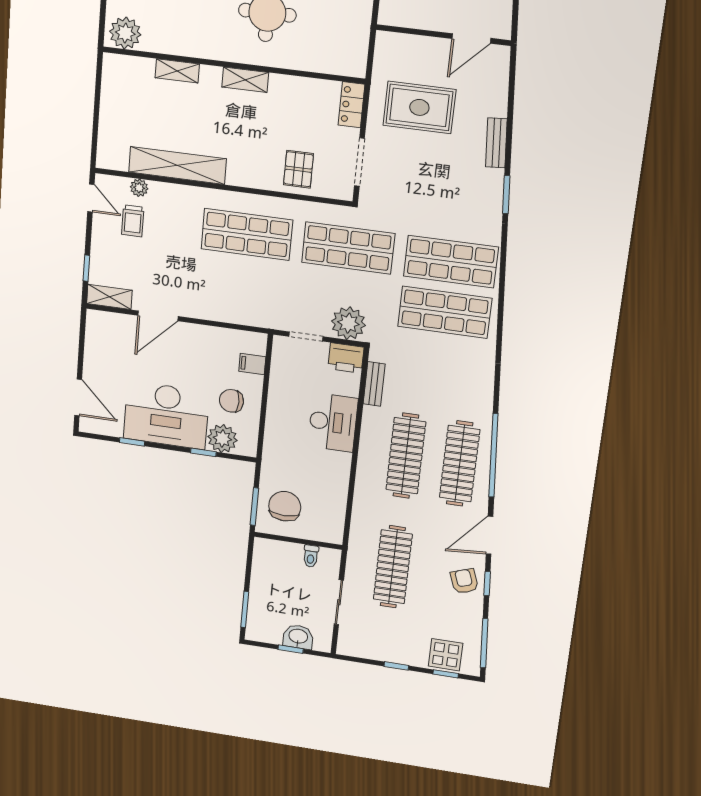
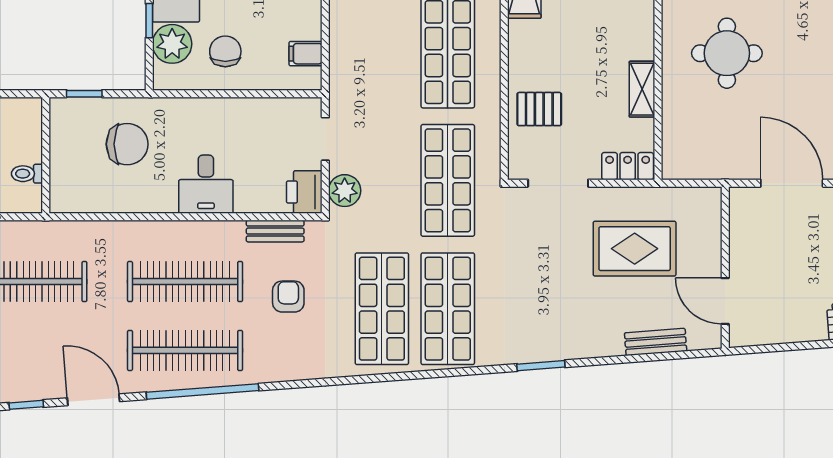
shelving: (245, 80) -> (642, 89), moved
rug: (419, 107) -> (635, 249), turned 90
bench: (496, 143) -> (656, 342), moved
plant: (348, 323) -> (345, 191), width x0.73, depth x0.73
filing cabinet: (252, 364) -> (306, 54), moved, turned -90
desk: (333, 422) -> (206, 184), width x0.73
chair: (285, 506) -> (127, 144), moved
window: (254, 507) -> (84, 94), width x0.67
armchair: (464, 581) -> (288, 297), moved, turned -70

